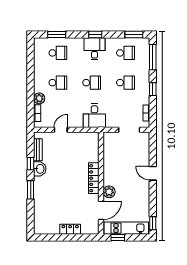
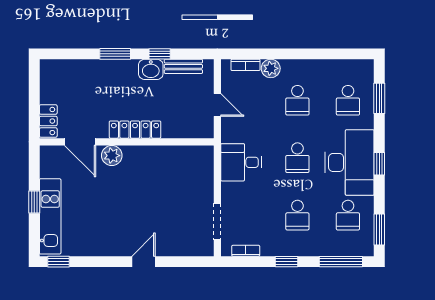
desk: (94, 49) -> (349, 162), width x1.87, depth x1.30
locker: (94, 178) -> (135, 130), moved
wall: (101, 183) -> (127, 142), moved
plant: (109, 192) -> (112, 156), moved
door: (101, 210) -> (80, 142), moved

